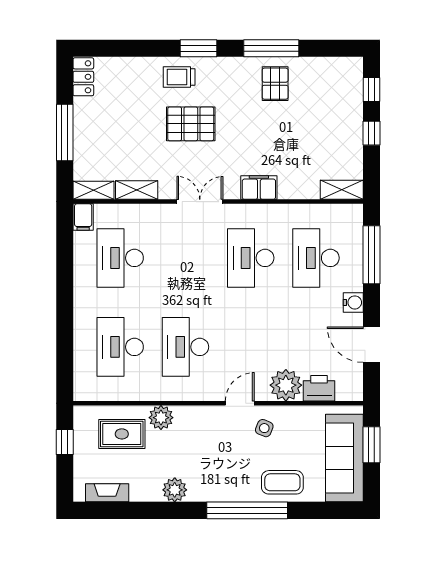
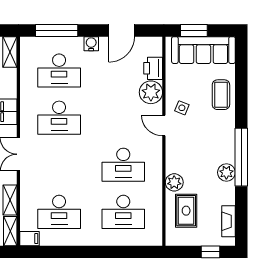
window: (65, 442) -> (210, 252), moved
window: (247, 510) -> (241, 157), moved

